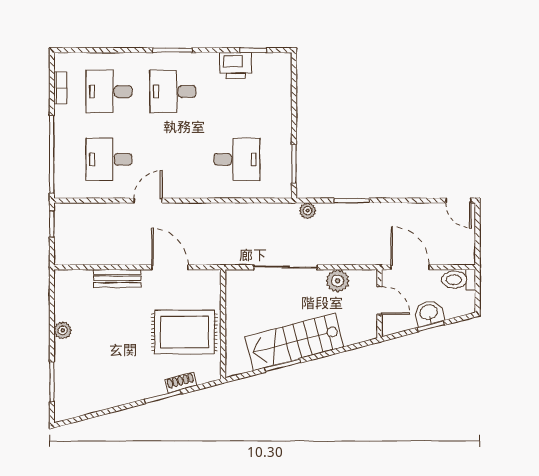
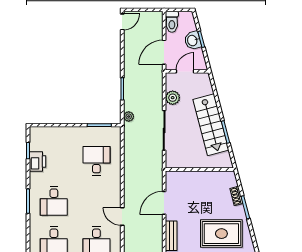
rug: (184, 332) -> (221, 234), moved, turned 90

